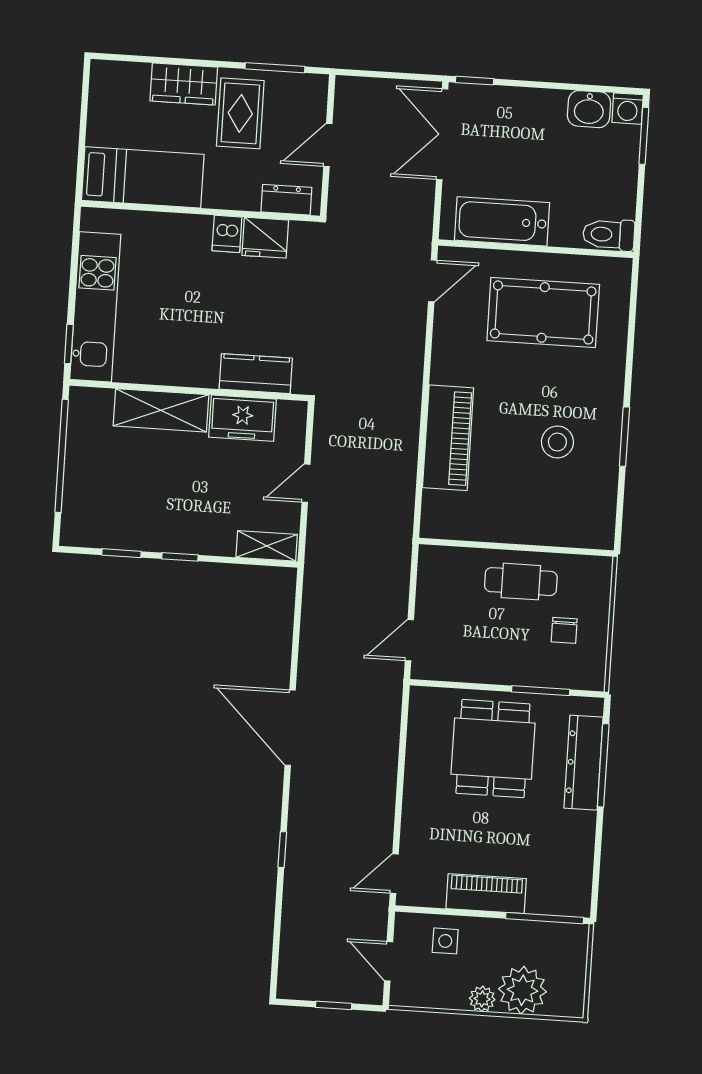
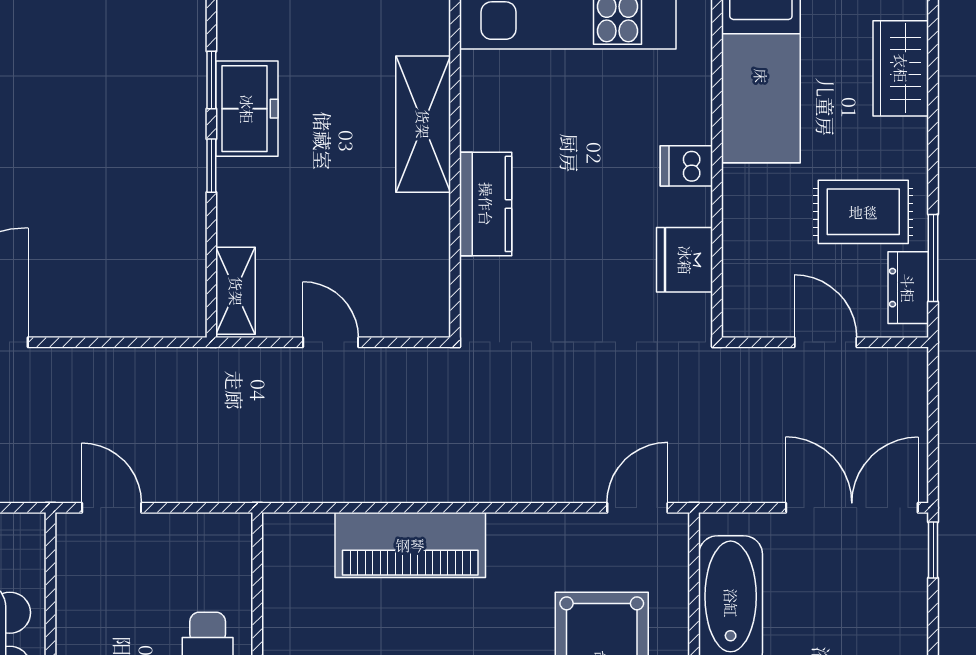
wardrobe: (184, 84) -> (901, 68), moved
dresser: (286, 200) -> (908, 288), moved, turned 180
dishwasher: (227, 234) -> (686, 166), moved
door: (433, 281) -> (637, 508), swing flipped
kitchen counter: (256, 374) -> (486, 204), moved
freezer: (243, 418) -> (247, 109), moved, turned 180

